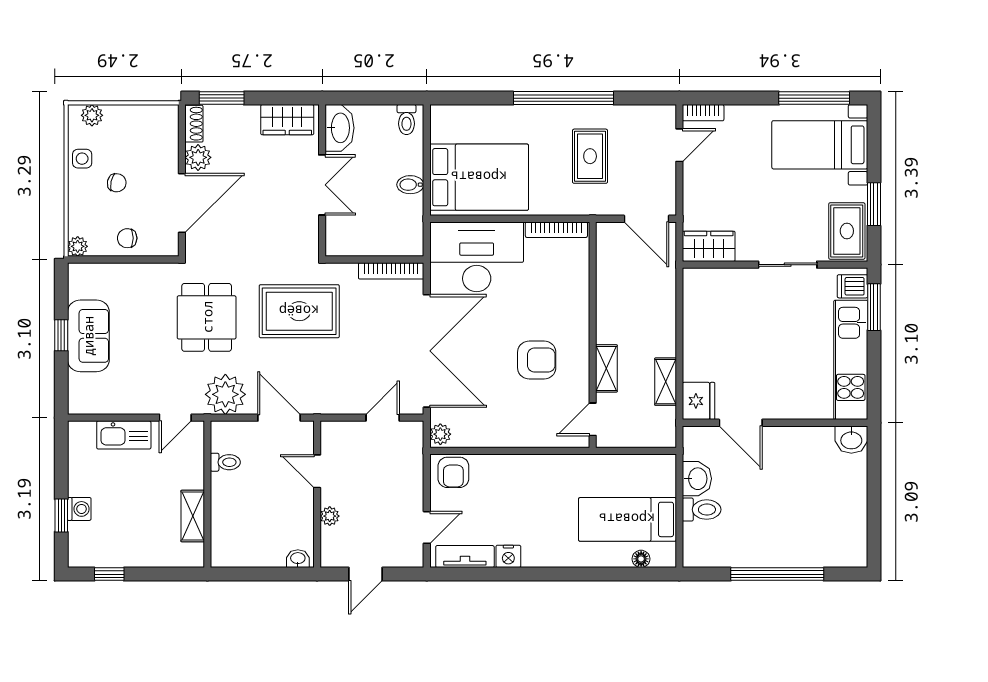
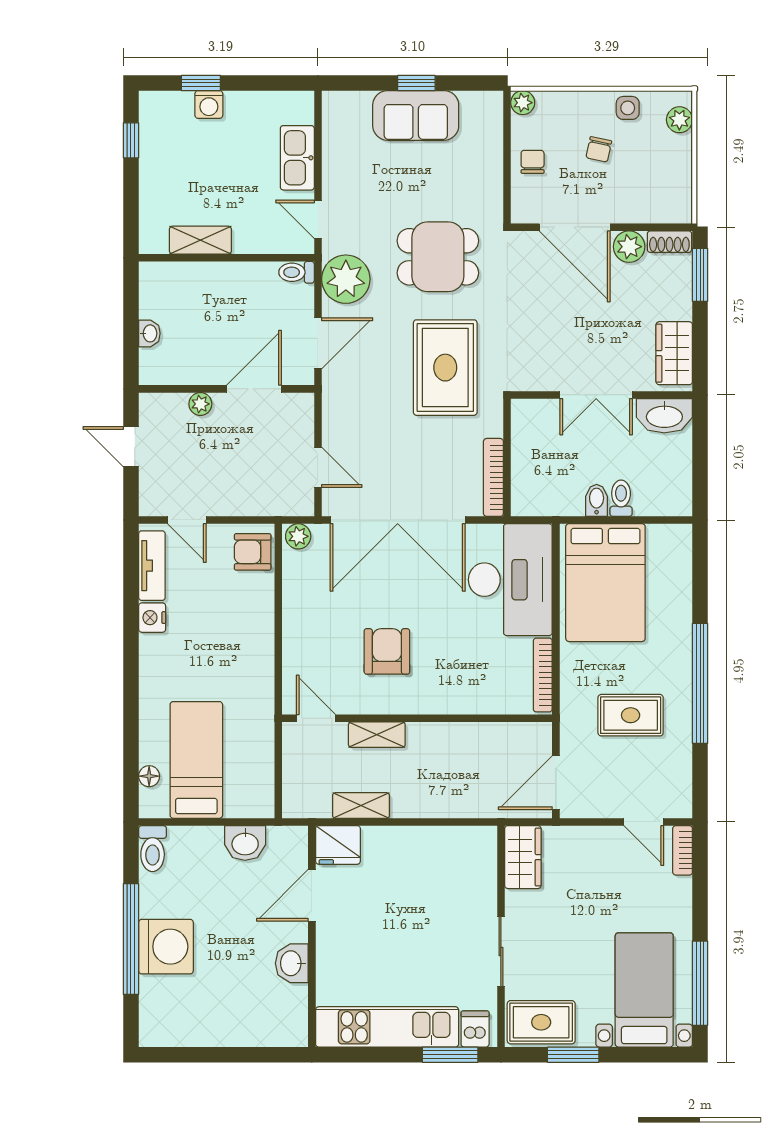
toilet: (406, 120) -> (621, 498), moved, turned 90
armchair: (537, 360) -> (387, 651), turned 180
washbasin: (851, 440) -> (292, 963), moved
toilet: (225, 462) -> (297, 272), moved, turned 90
door: (317, 471) -> (254, 389), width x1.38
toilet: (702, 510) -> (153, 849), moved
washing machine: (784, 545) -> (166, 947), added
washbasin: (298, 559) -> (149, 333), moved

